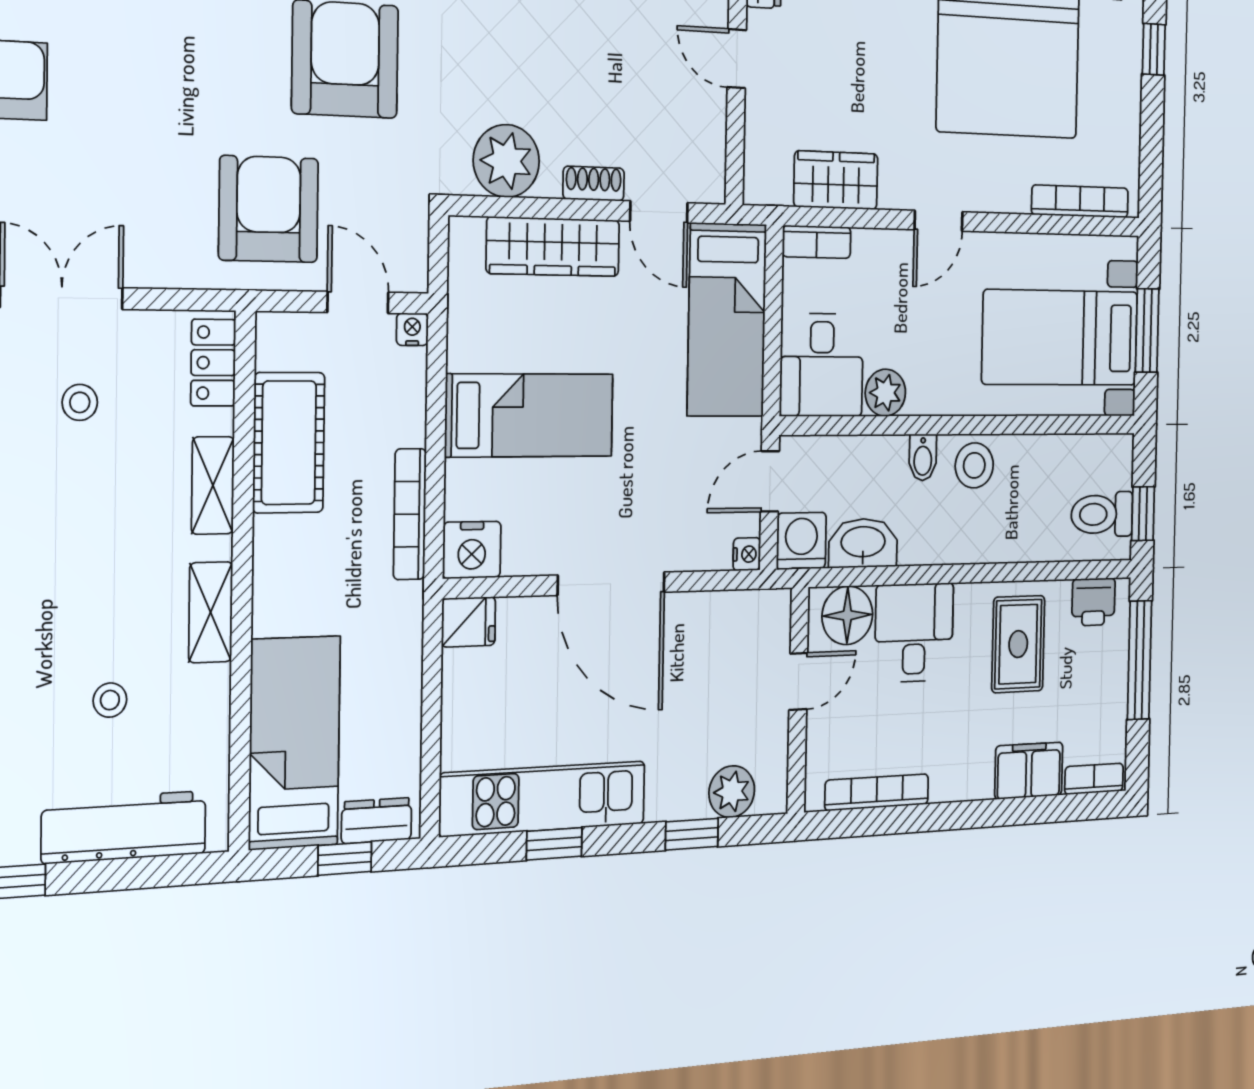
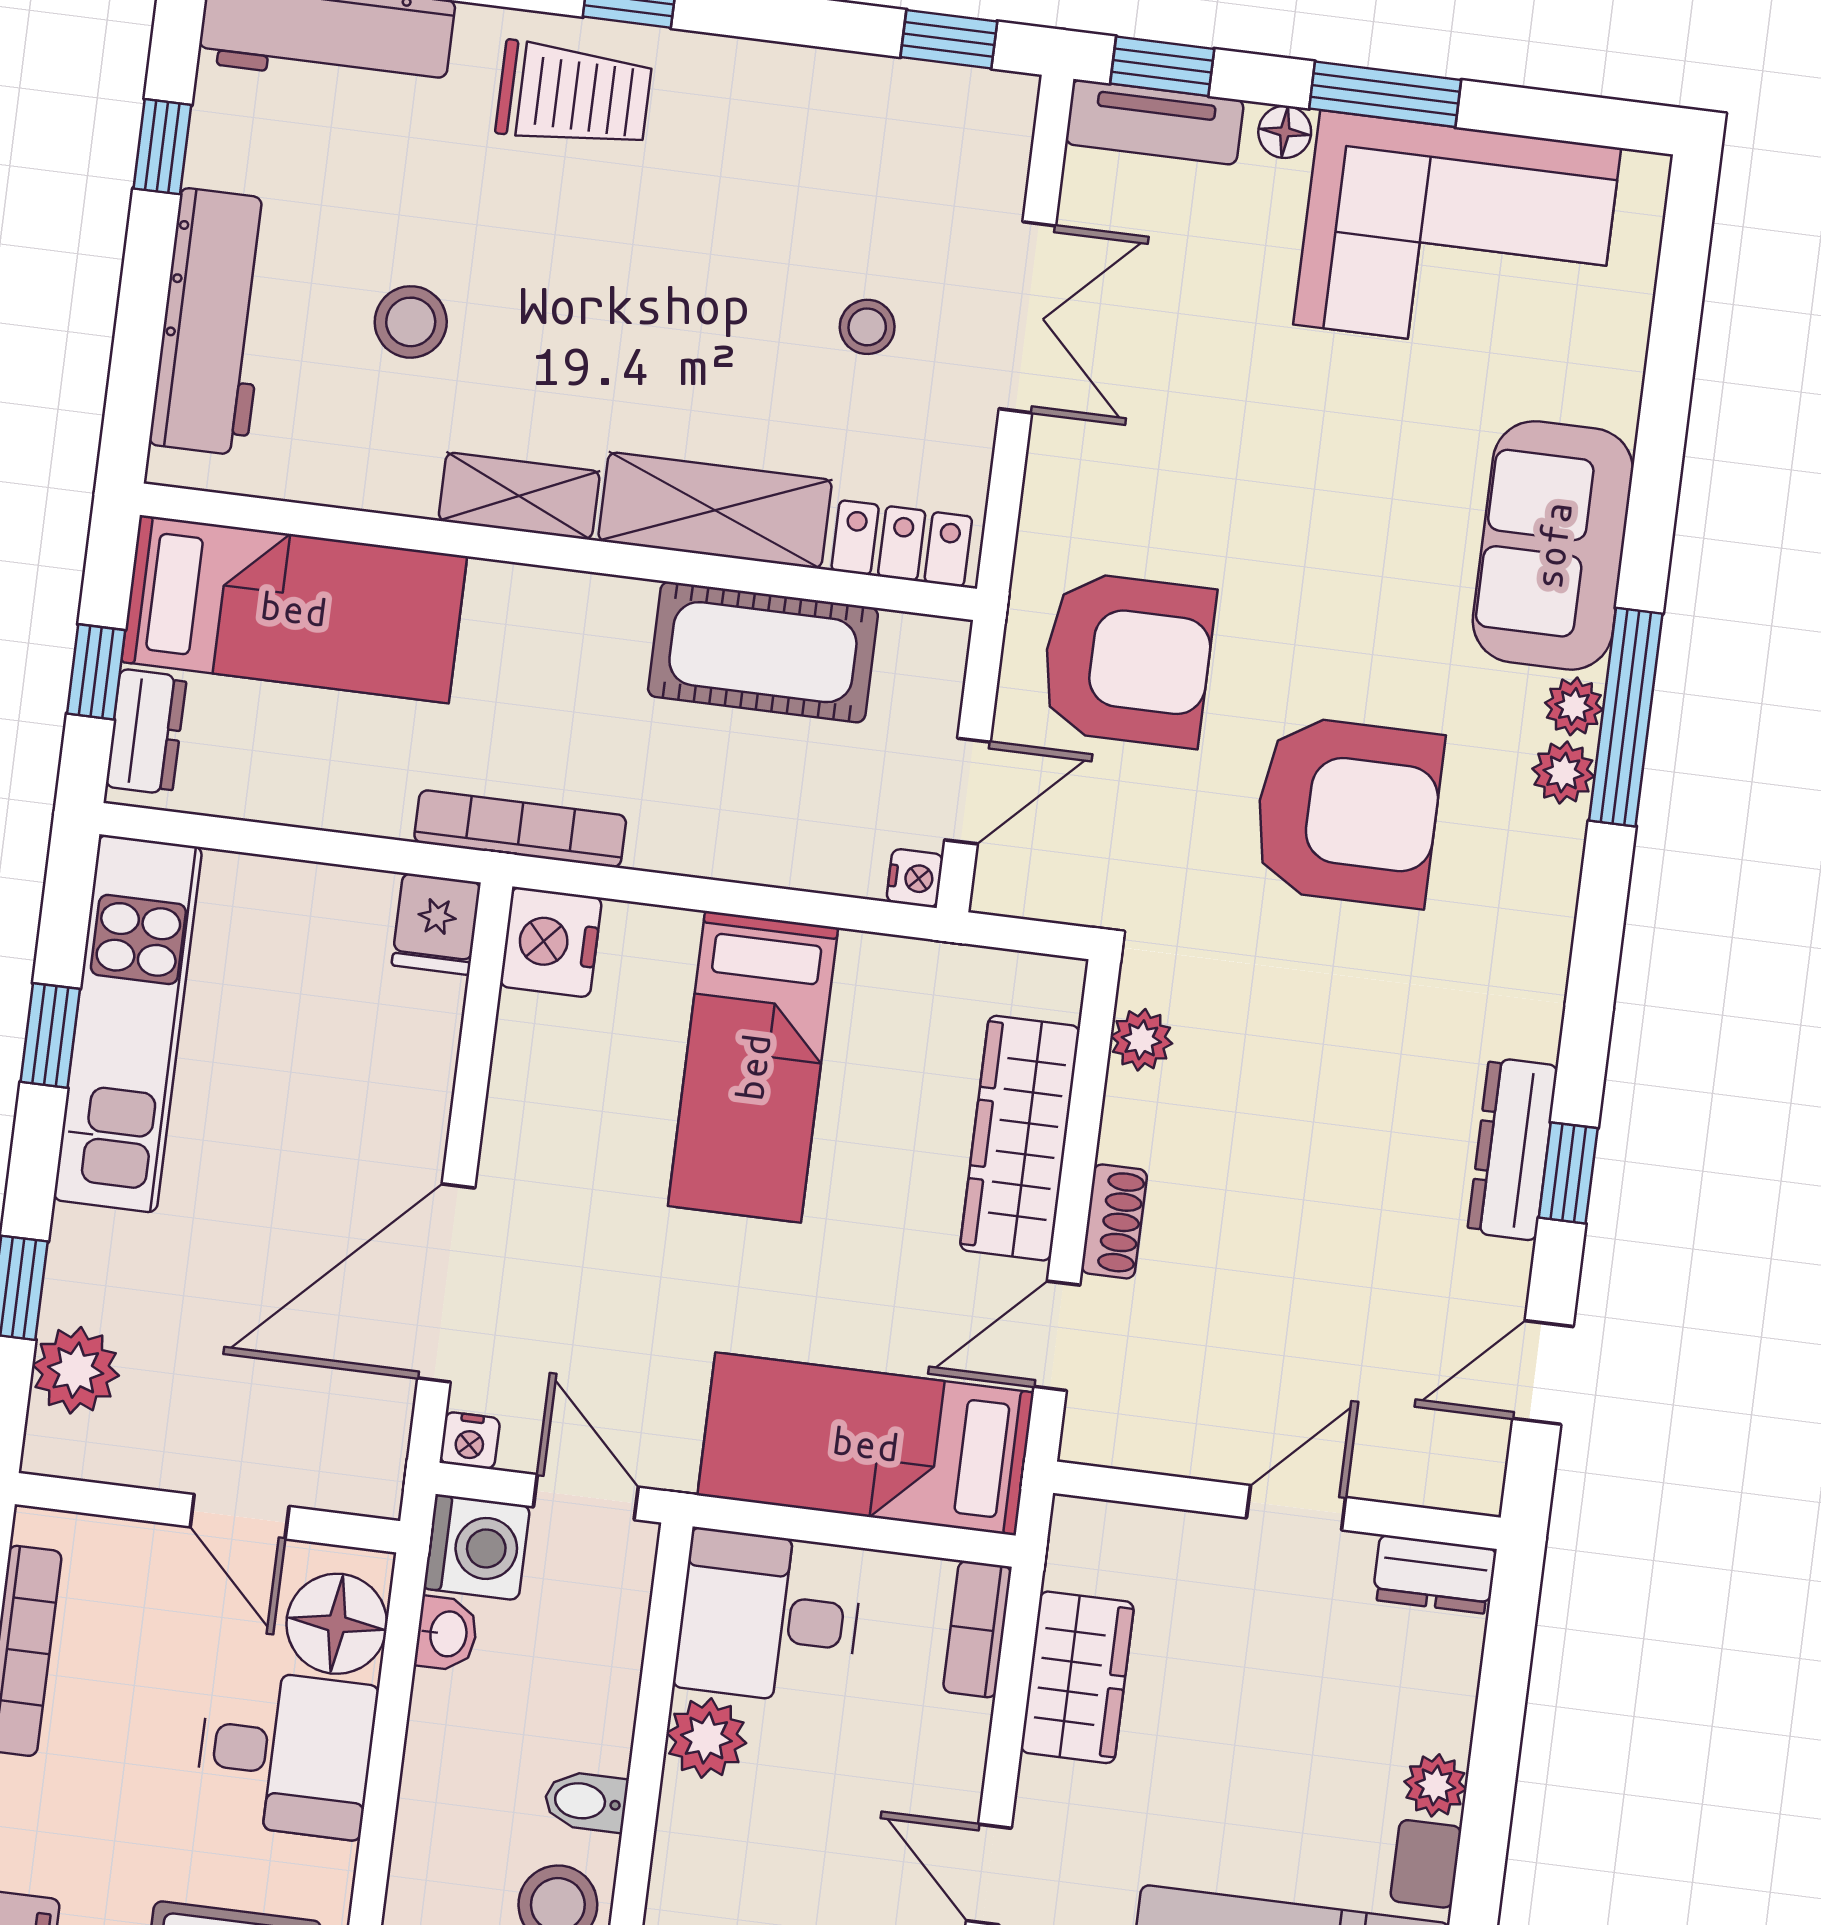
plant: (506, 161) -> (1141, 1040), width x0.53, depth x0.53
shelving: (213, 485) -> (715, 510), width x1.50, depth x1.33
bookcase: (410, 514) -> (520, 829), moved
washbasin: (863, 543) -> (447, 1634), width x0.52, depth x0.69
door: (611, 584) -> (446, 1283), moved
stool: (110, 700) -> (411, 322), width x1.37, depth x1.37

